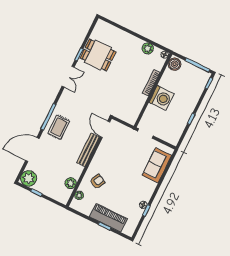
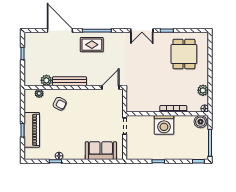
dining table: (98, 55) -> (184, 54), moved
bench: (88, 150) -> (70, 81), moved
plant: (29, 178) -> (32, 40), removed

